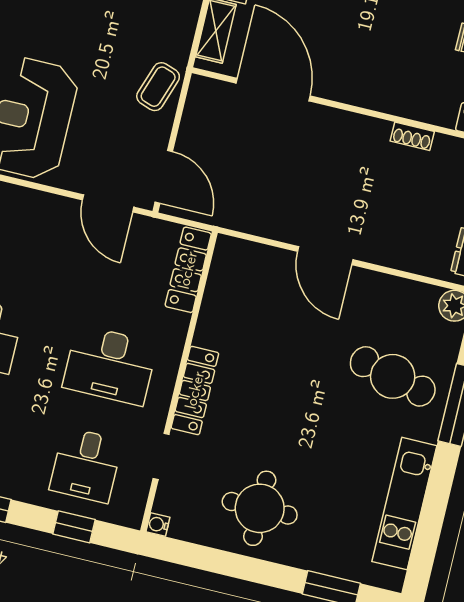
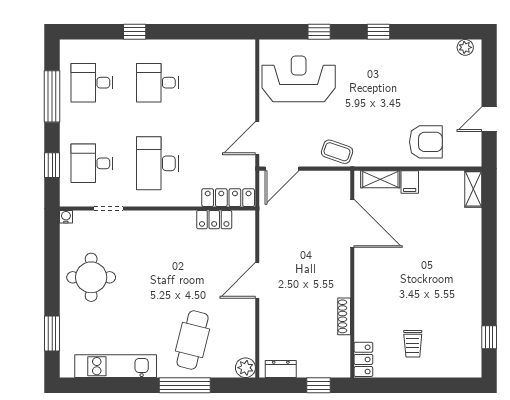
door: (273, 90) -> (352, 223), hinge flipped
shoe rack: (412, 136) -> (344, 316), width x1.43
locker: (195, 390) -> (214, 220), moved, width x0.66

